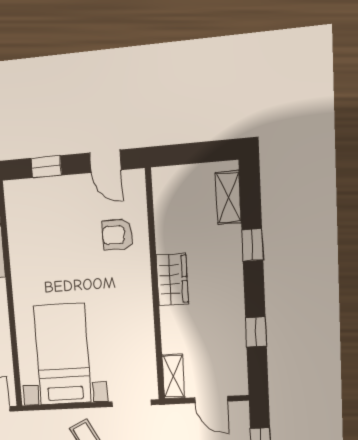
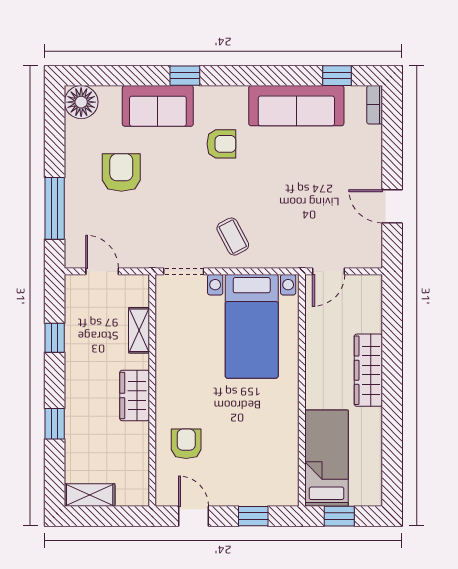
shelving: (228, 198) -> (90, 495), moved, turned 90
armchair: (118, 235) -> (186, 444), turned -90
shelving: (173, 376) -> (139, 330), moved

